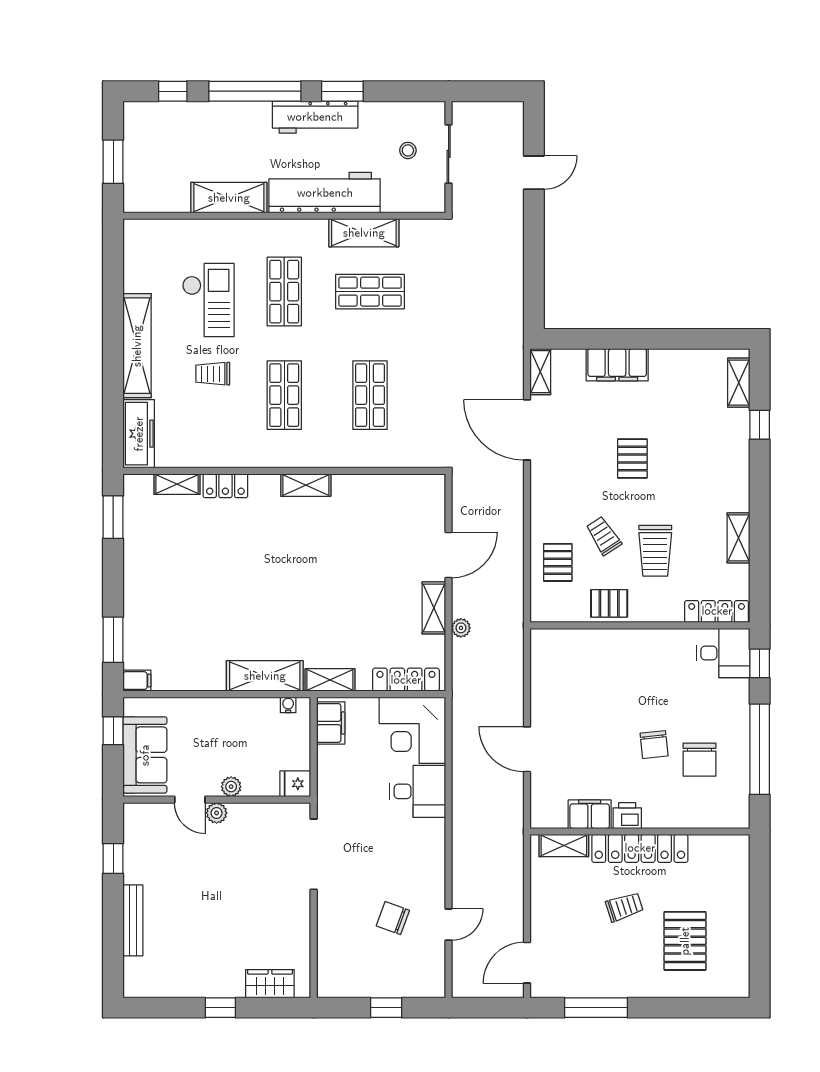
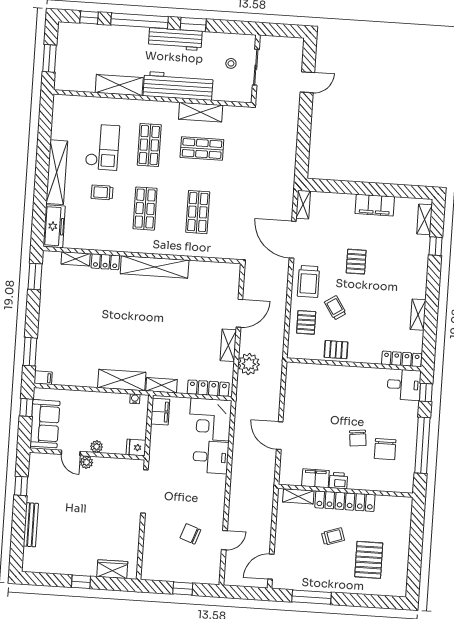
filing cabinet: (617, 365) -> (375, 205), moved
shelving: (306, 485) -> (155, 267), width x2.20, depth x1.33
trolley: (655, 551) -> (309, 281), moved
plant: (461, 628) -> (249, 364), width x1.88, depth x1.88

